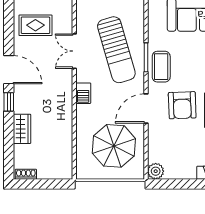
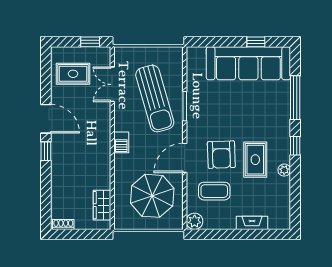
double door: (74, 51) -> (112, 84), moved
coffee table: (161, 67) -> (214, 191), moved, turned 90
wardrobe: (22, 129) -> (102, 205), moved, turned 180

